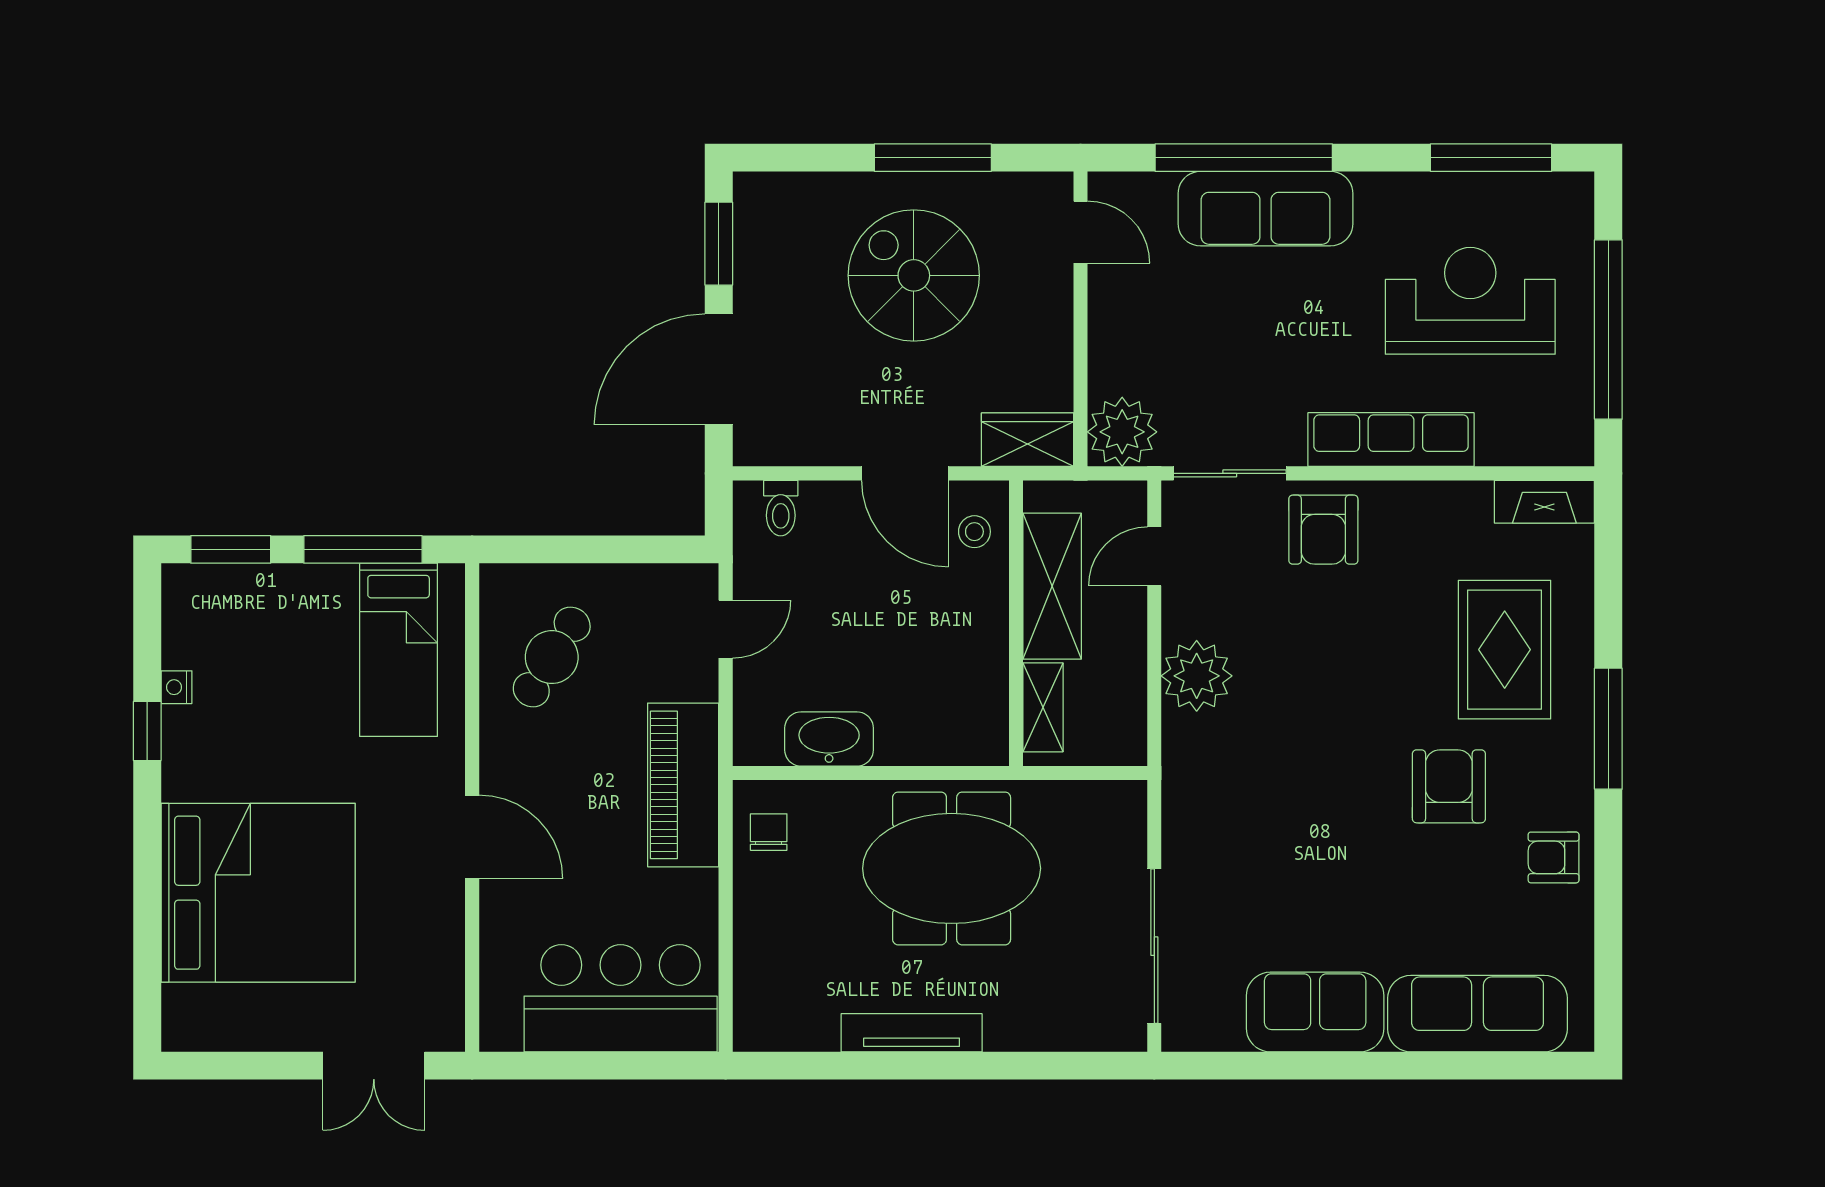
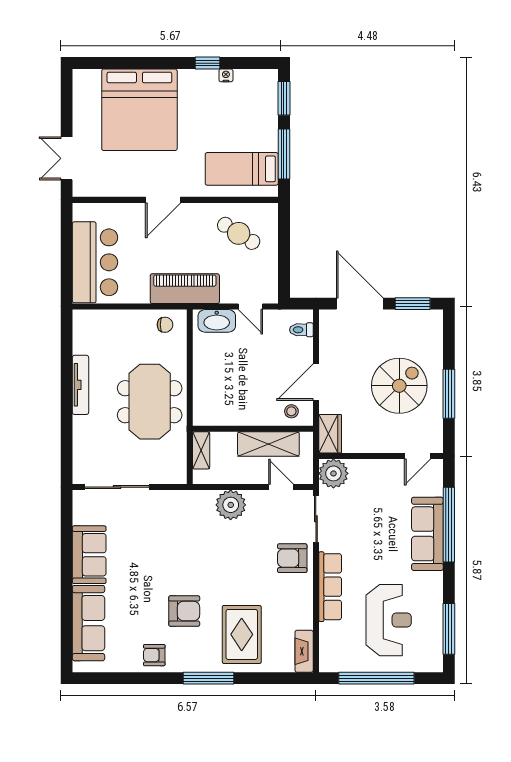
rug: (1505, 650) -> (242, 634), turned 90
shelving: (1043, 707) -> (201, 450), moved, turned 90
washbasin: (829, 739) -> (217, 321), moved, turned 90
armchair: (1554, 857) -> (154, 655), turned -90

